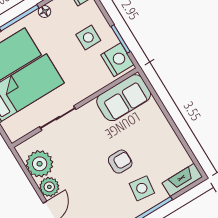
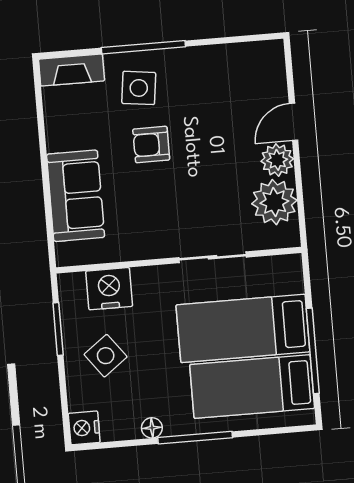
side table: (88, 37) -> (106, 356), turned -37
nightstand: (117, 60) -> (109, 289), moved, turned 90
sofa: (124, 98) -> (76, 196), moved, turned 90

